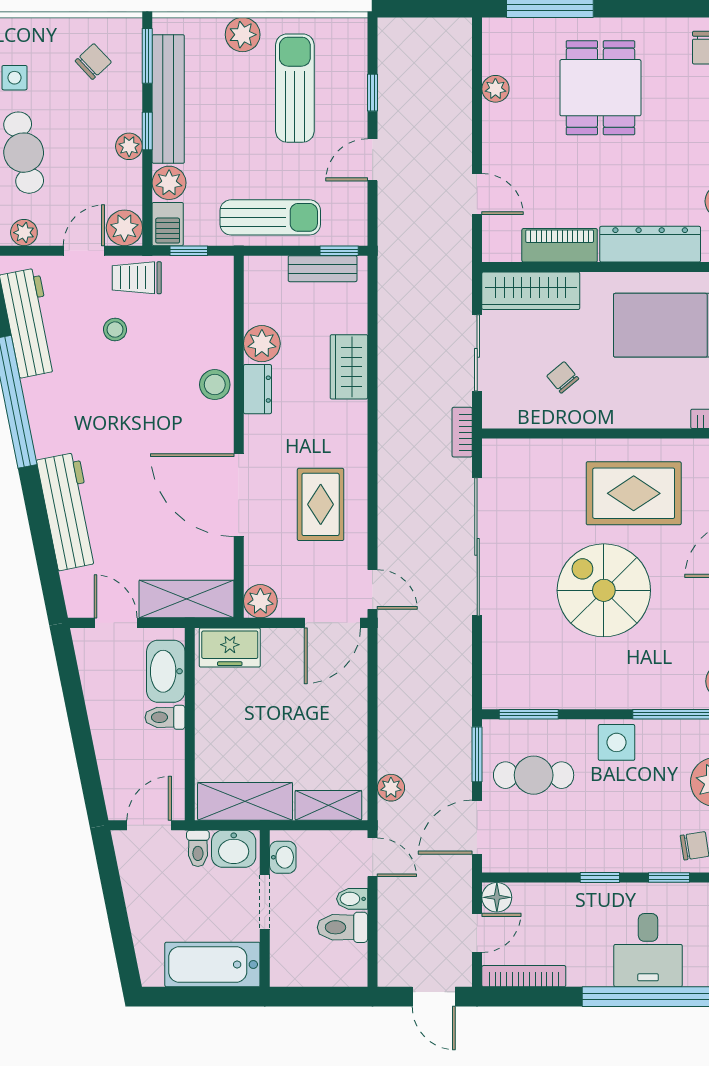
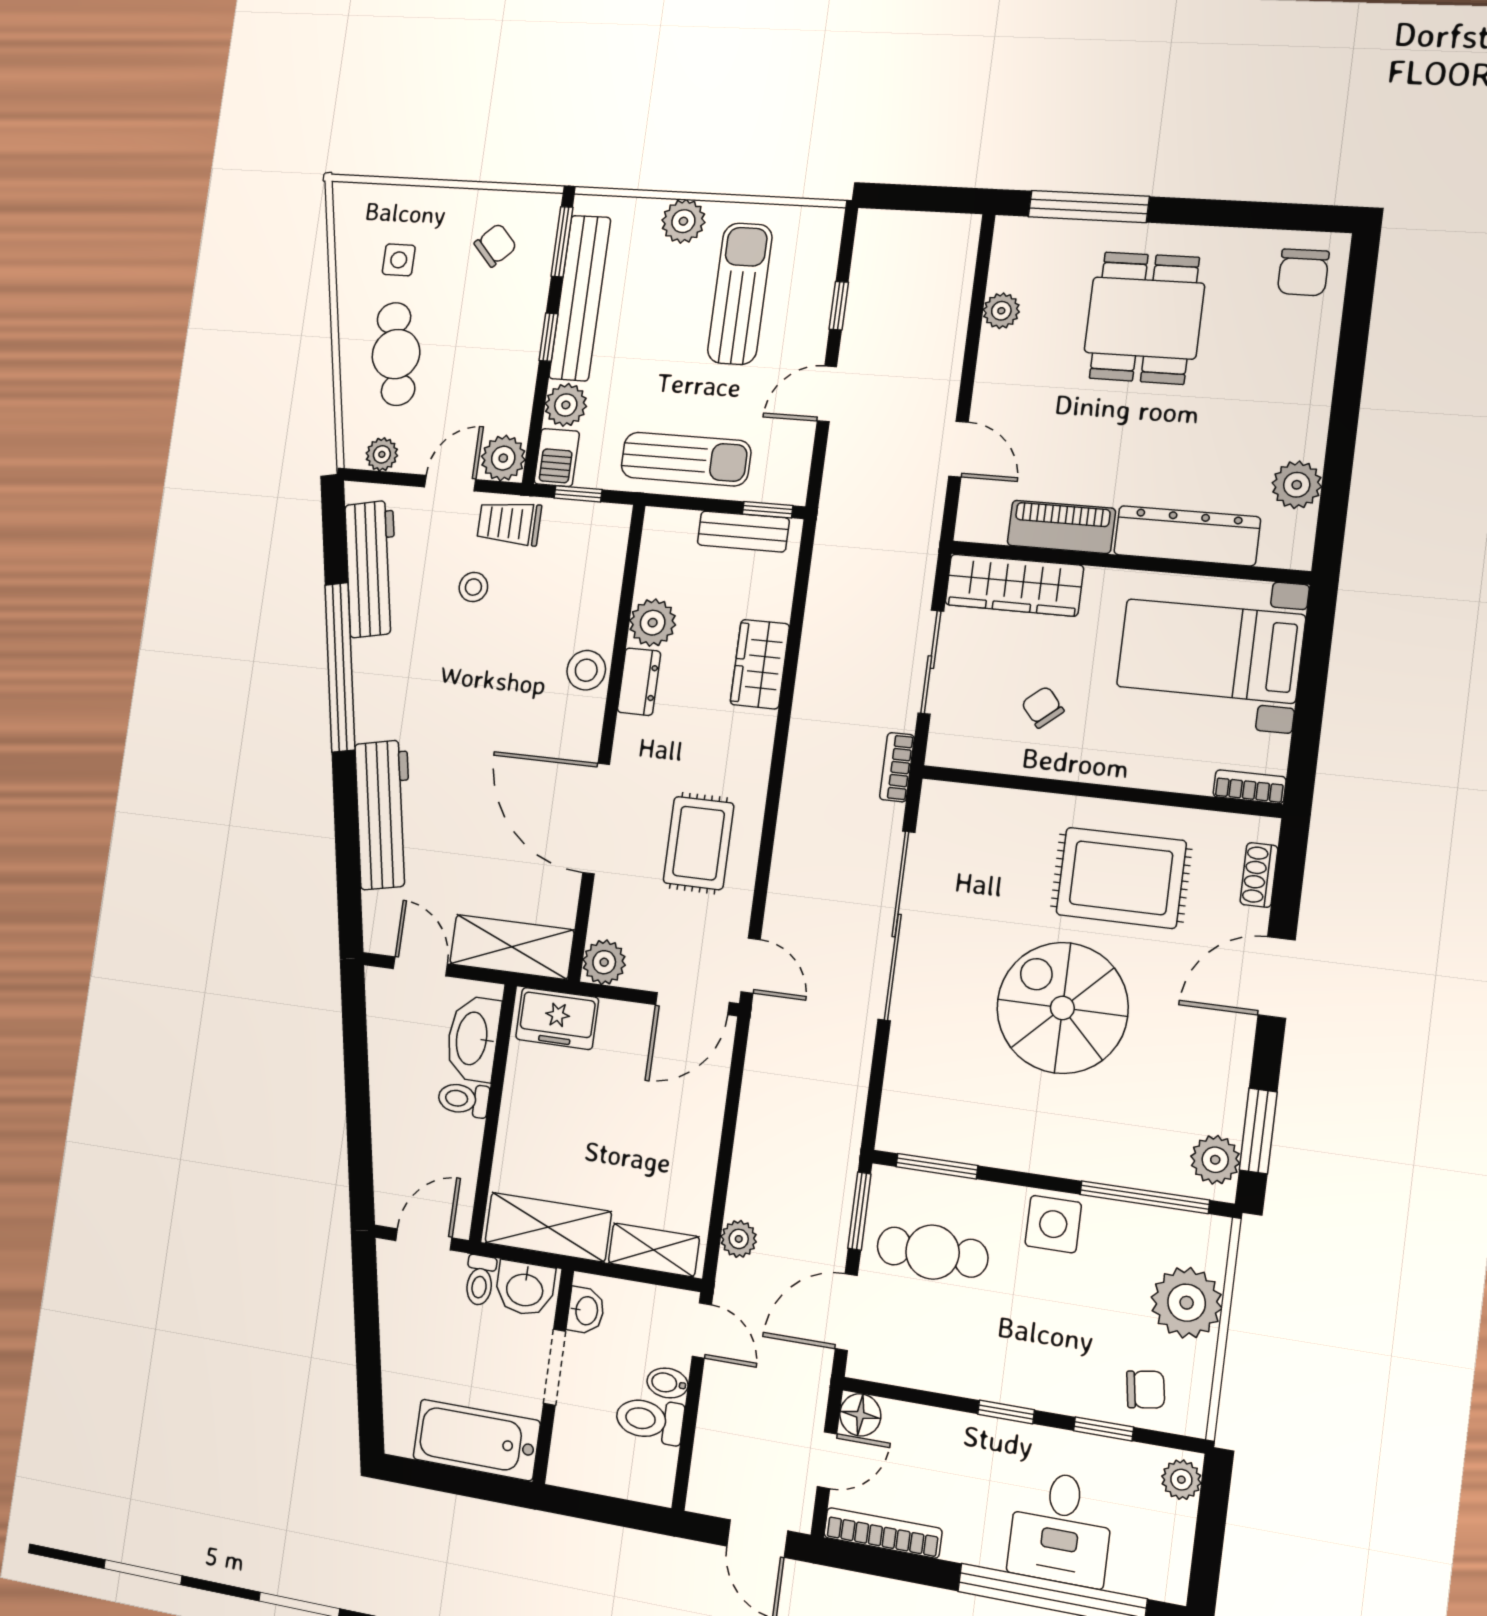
plant: (129, 146) -> (524, 355), removed

